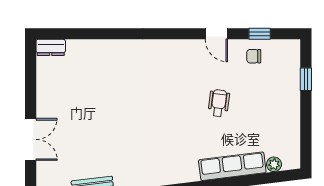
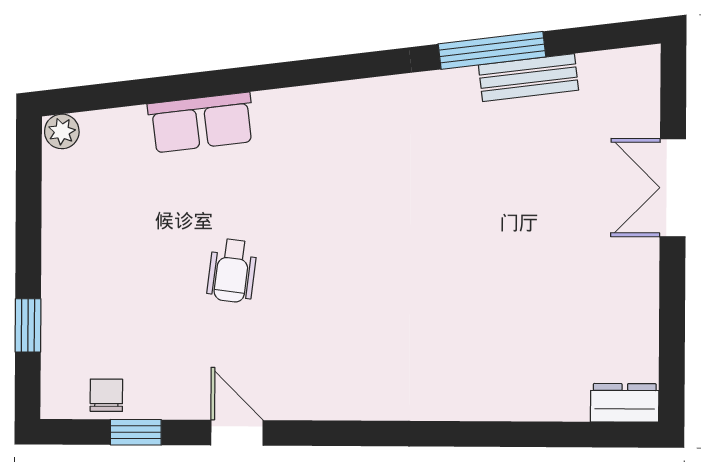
chair: (254, 56) -> (106, 395), moved, turned -90
plant: (274, 164) -> (62, 131), moved
row of seats: (232, 166) -> (201, 123), width x0.68

